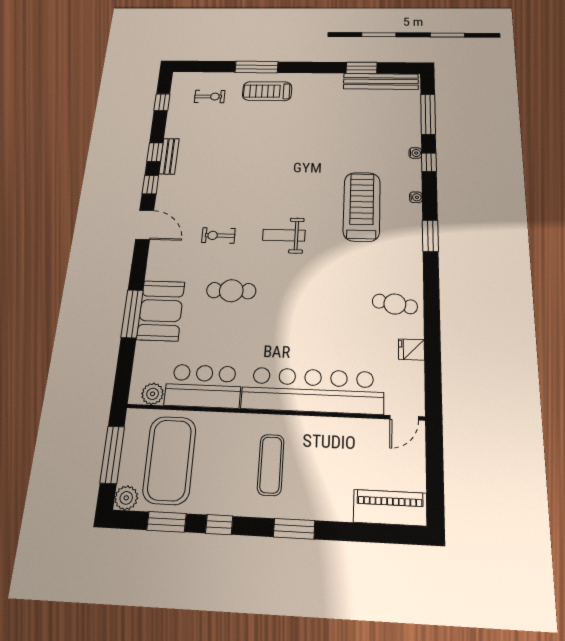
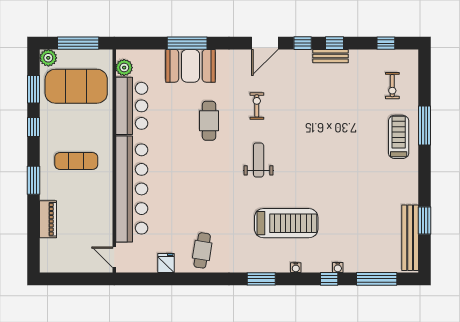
piano: (390, 508) -> (48, 219), moved, width x0.73, depth x0.75

